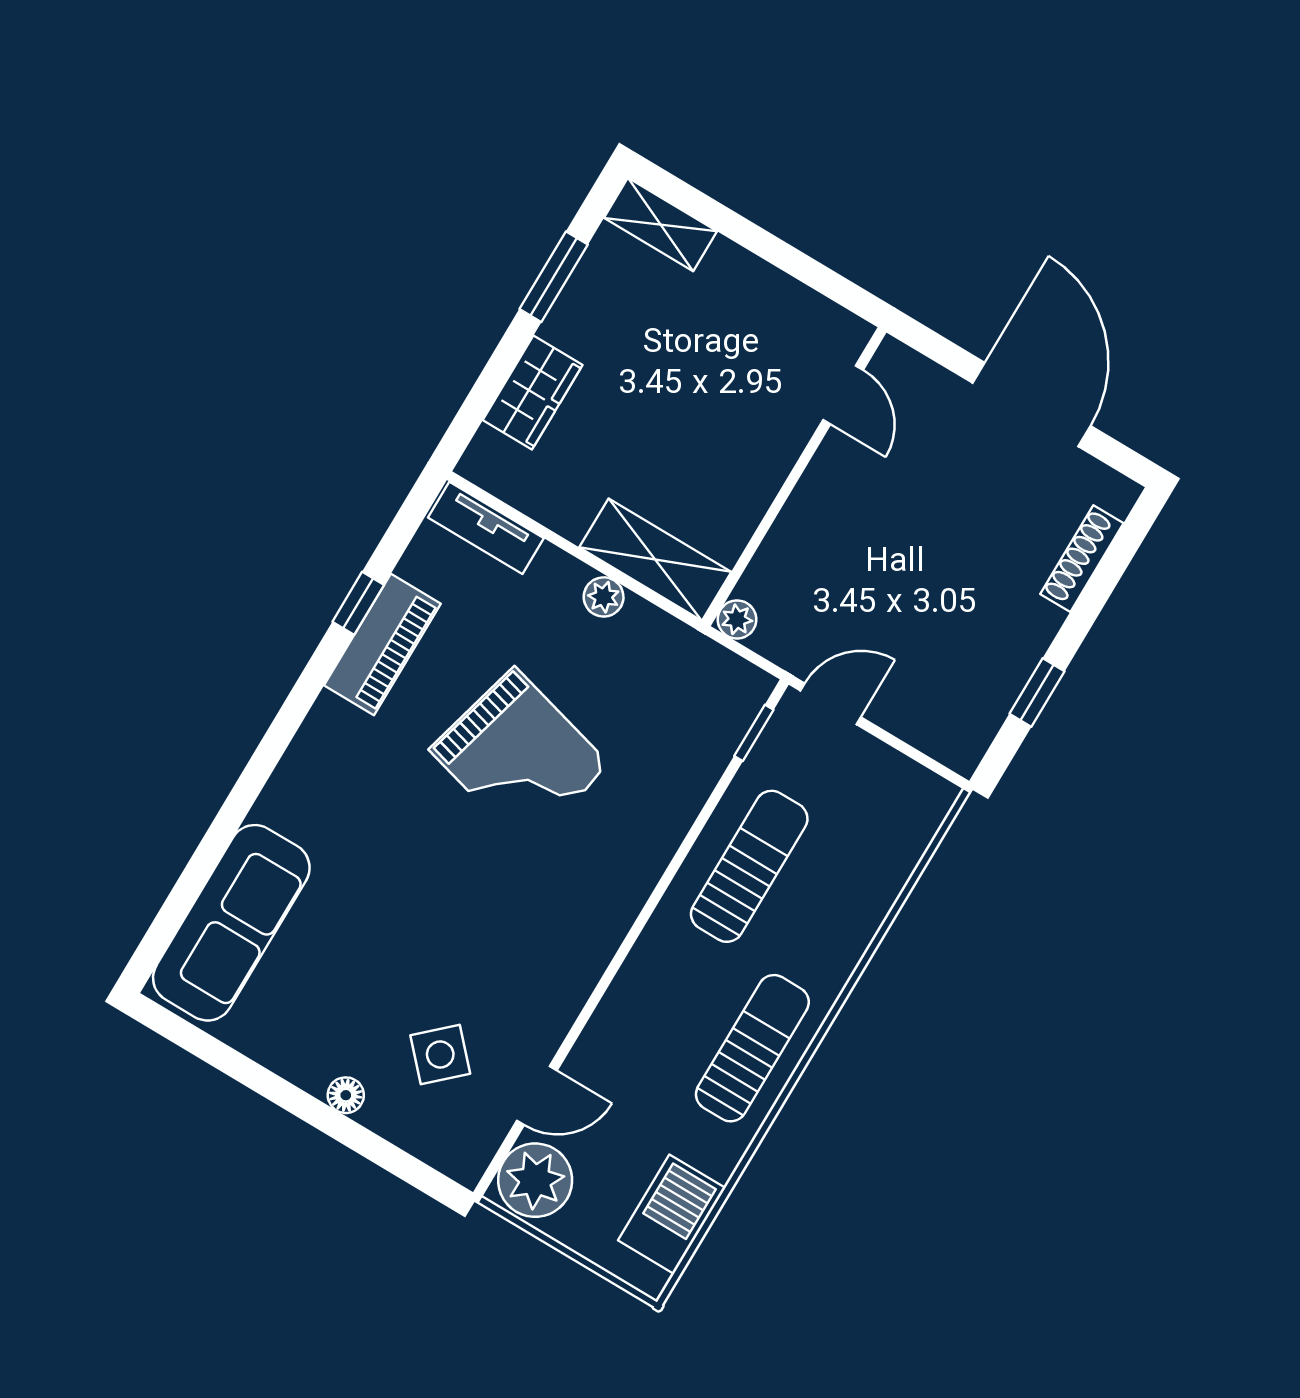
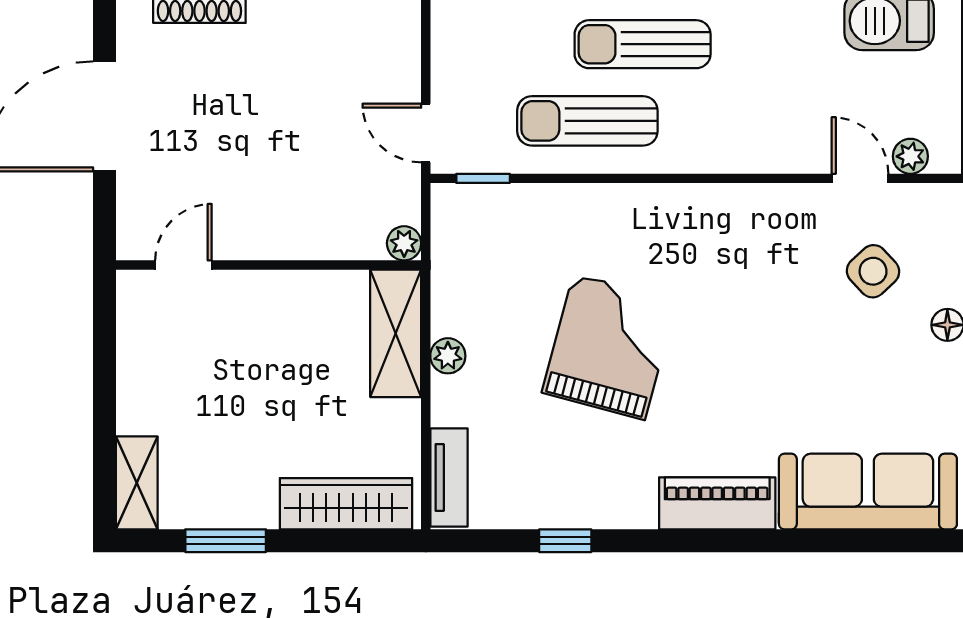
wardrobe: (533, 393) -> (346, 504), width x1.50
piano: (382, 644) -> (717, 503), moved
sun lounger: (752, 1048) -> (643, 44), moved
plant: (535, 1180) -> (910, 156), width x0.53, depth x0.53

